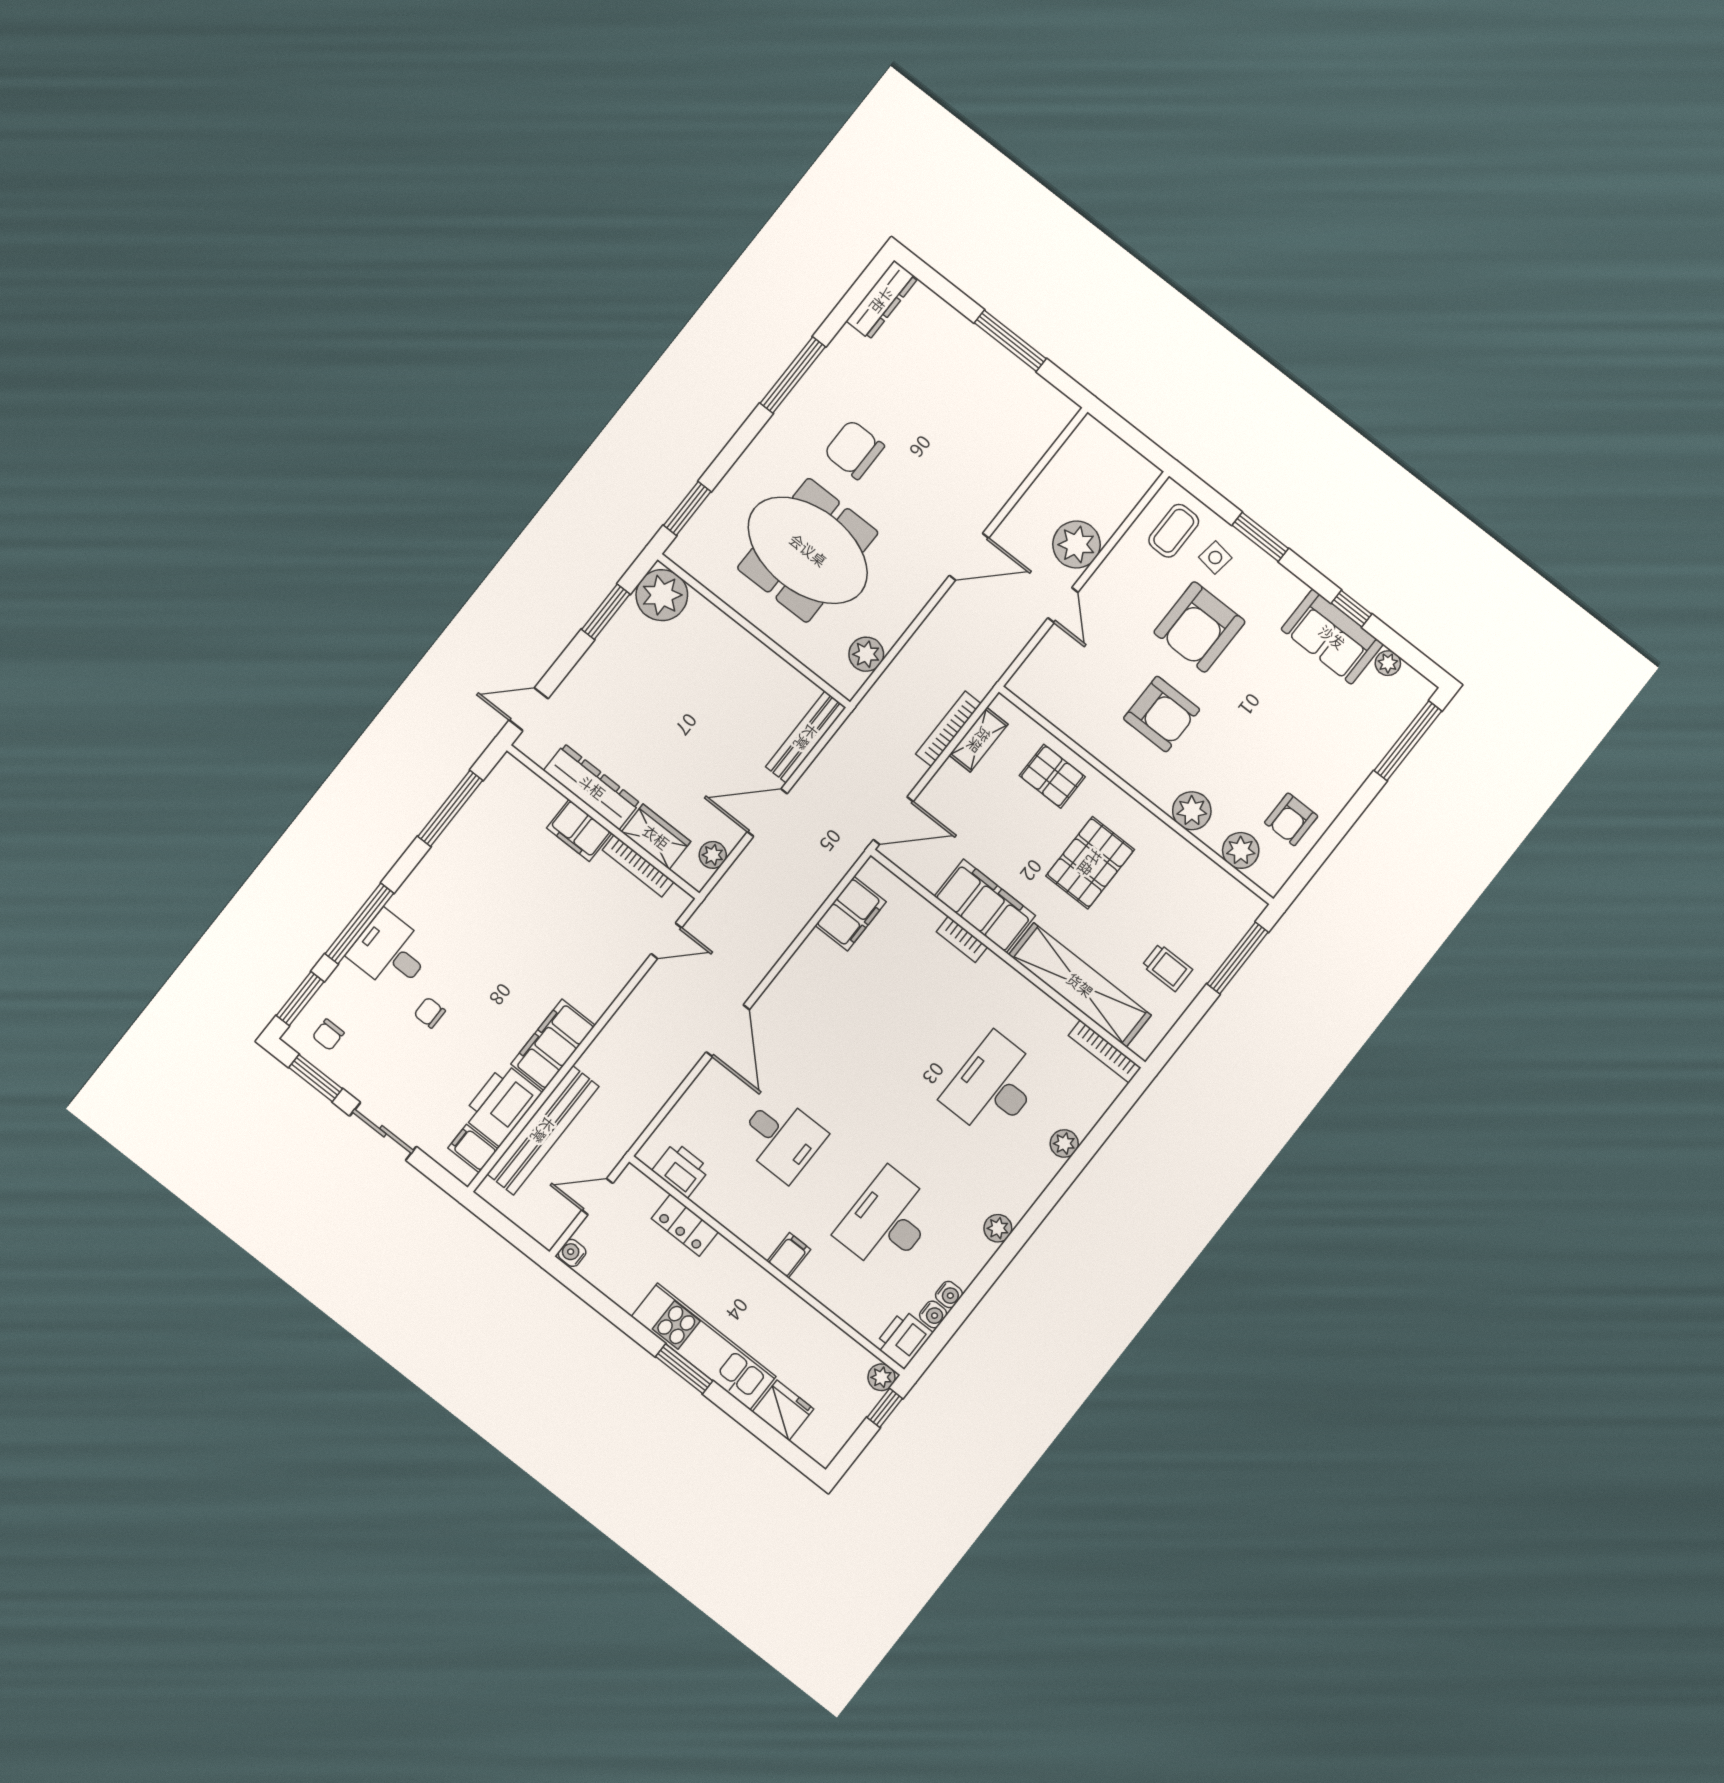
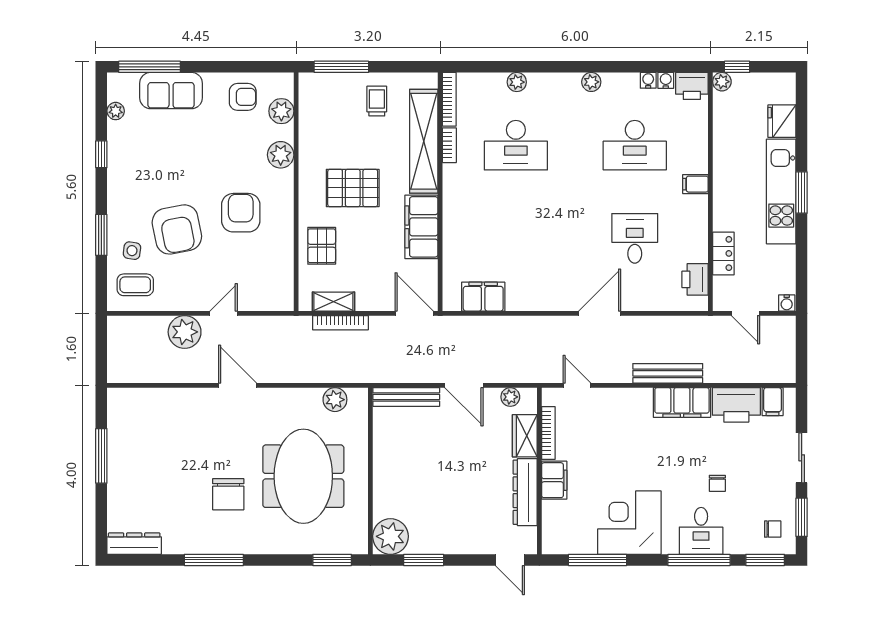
armchair: (1199, 627) -> (177, 229), turned 79
sofa: (1332, 637) -> (171, 91), moved, turned 90
corner desk: (464, 878) -> (629, 523), added
bookcase: (962, 939) -> (449, 145), moved
bench: (543, 1130) -> (668, 373), moved, width x0.73, depth x0.82

